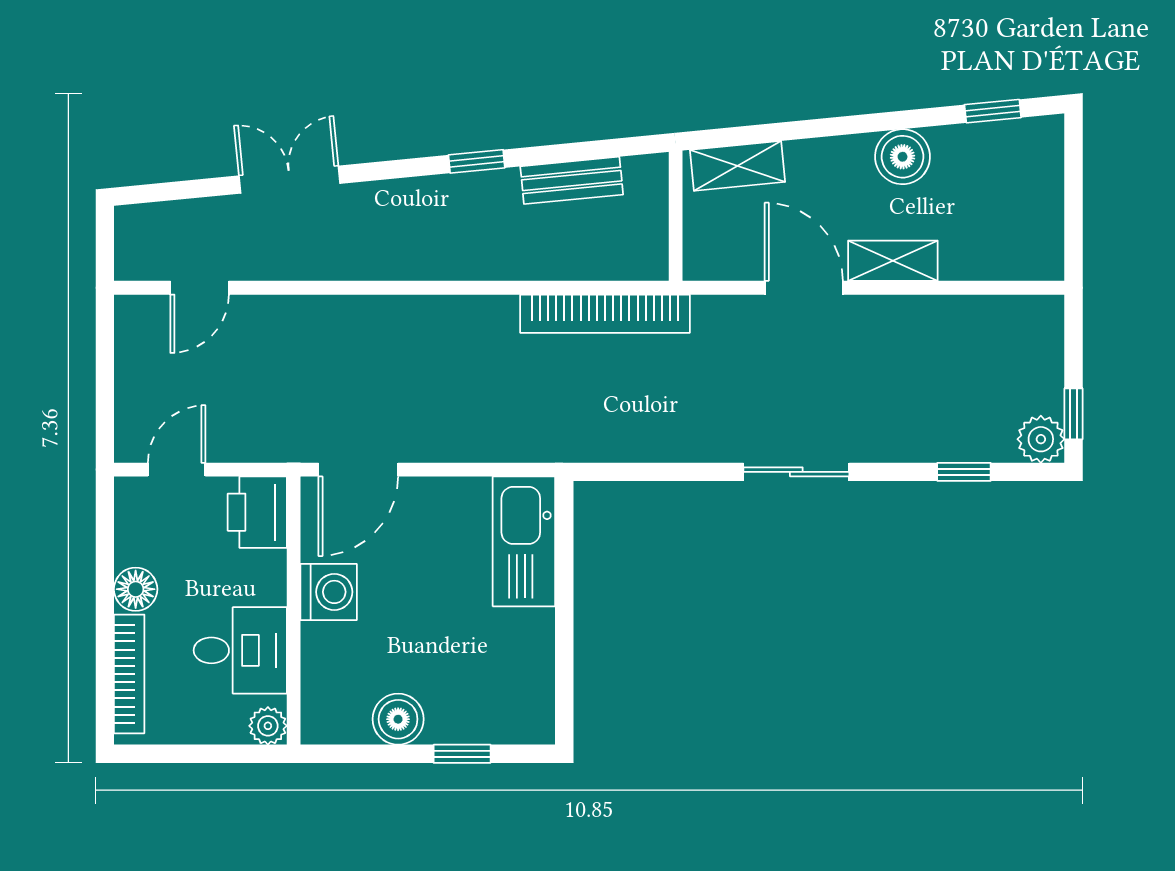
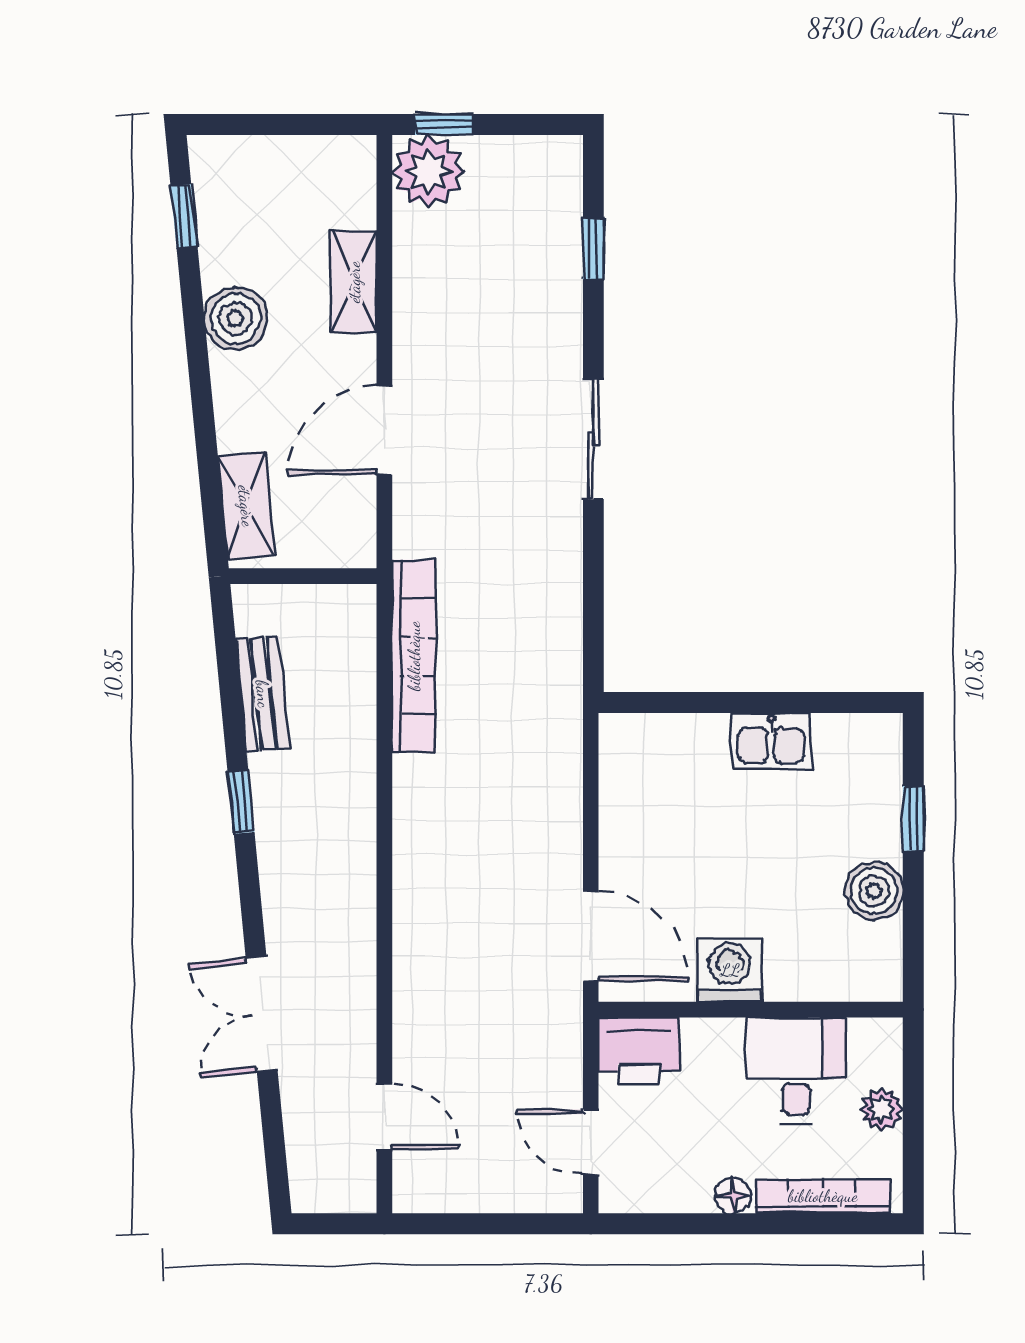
shelving: (893, 261) -> (354, 282), moved
window: (1074, 414) -> (444, 124), moved
plant: (1041, 439) -> (429, 171), moved, width x1.36, depth x1.36
kitchen sink: (524, 541) -> (771, 741), moved, width x0.53, depth x0.81
floor lamp: (136, 589) -> (733, 1195), width x0.73, depth x0.73
plant: (268, 726) -> (882, 1109), moved

